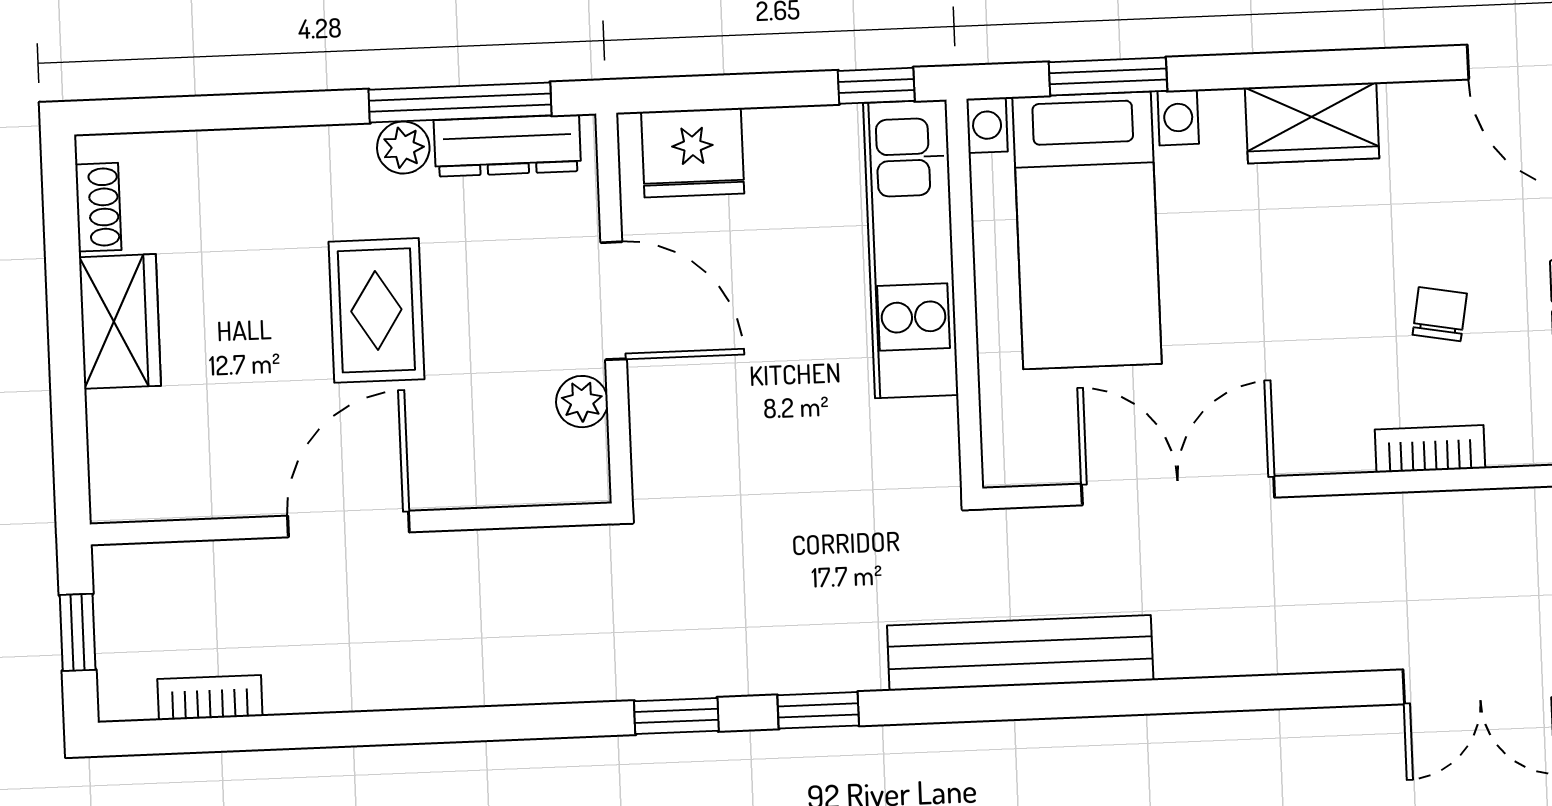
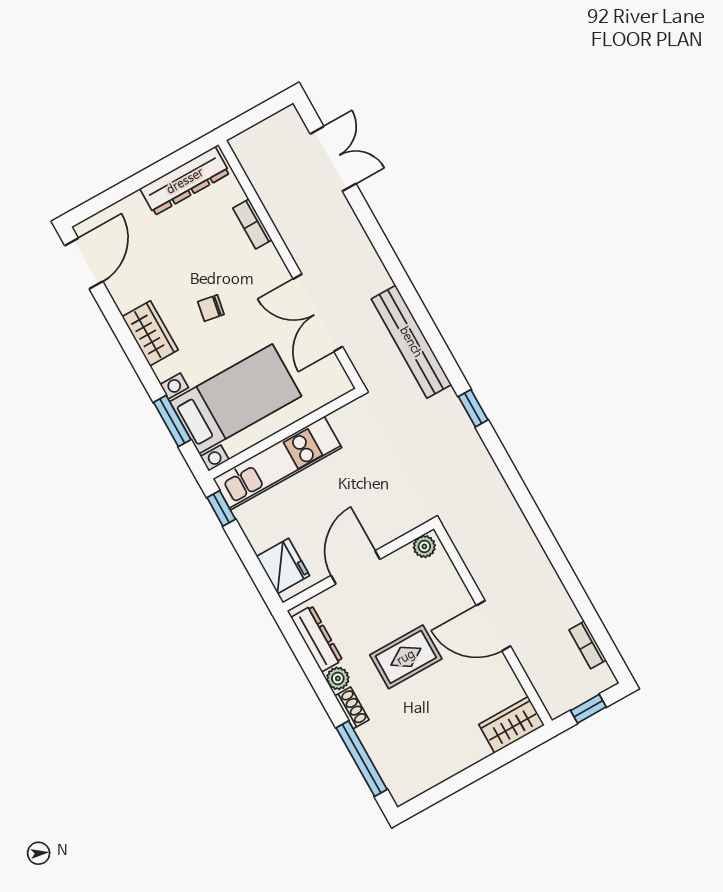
window: (460, 102) -> (362, 759), moved
shoe rack: (98, 207) -> (352, 708), moved, turned 90
chair: (1440, 314) -> (211, 308), moved
wardrobe: (120, 321) -> (512, 725), moved
plant: (582, 402) -> (424, 546), moved
window: (676, 716) -> (503, 462), removed

